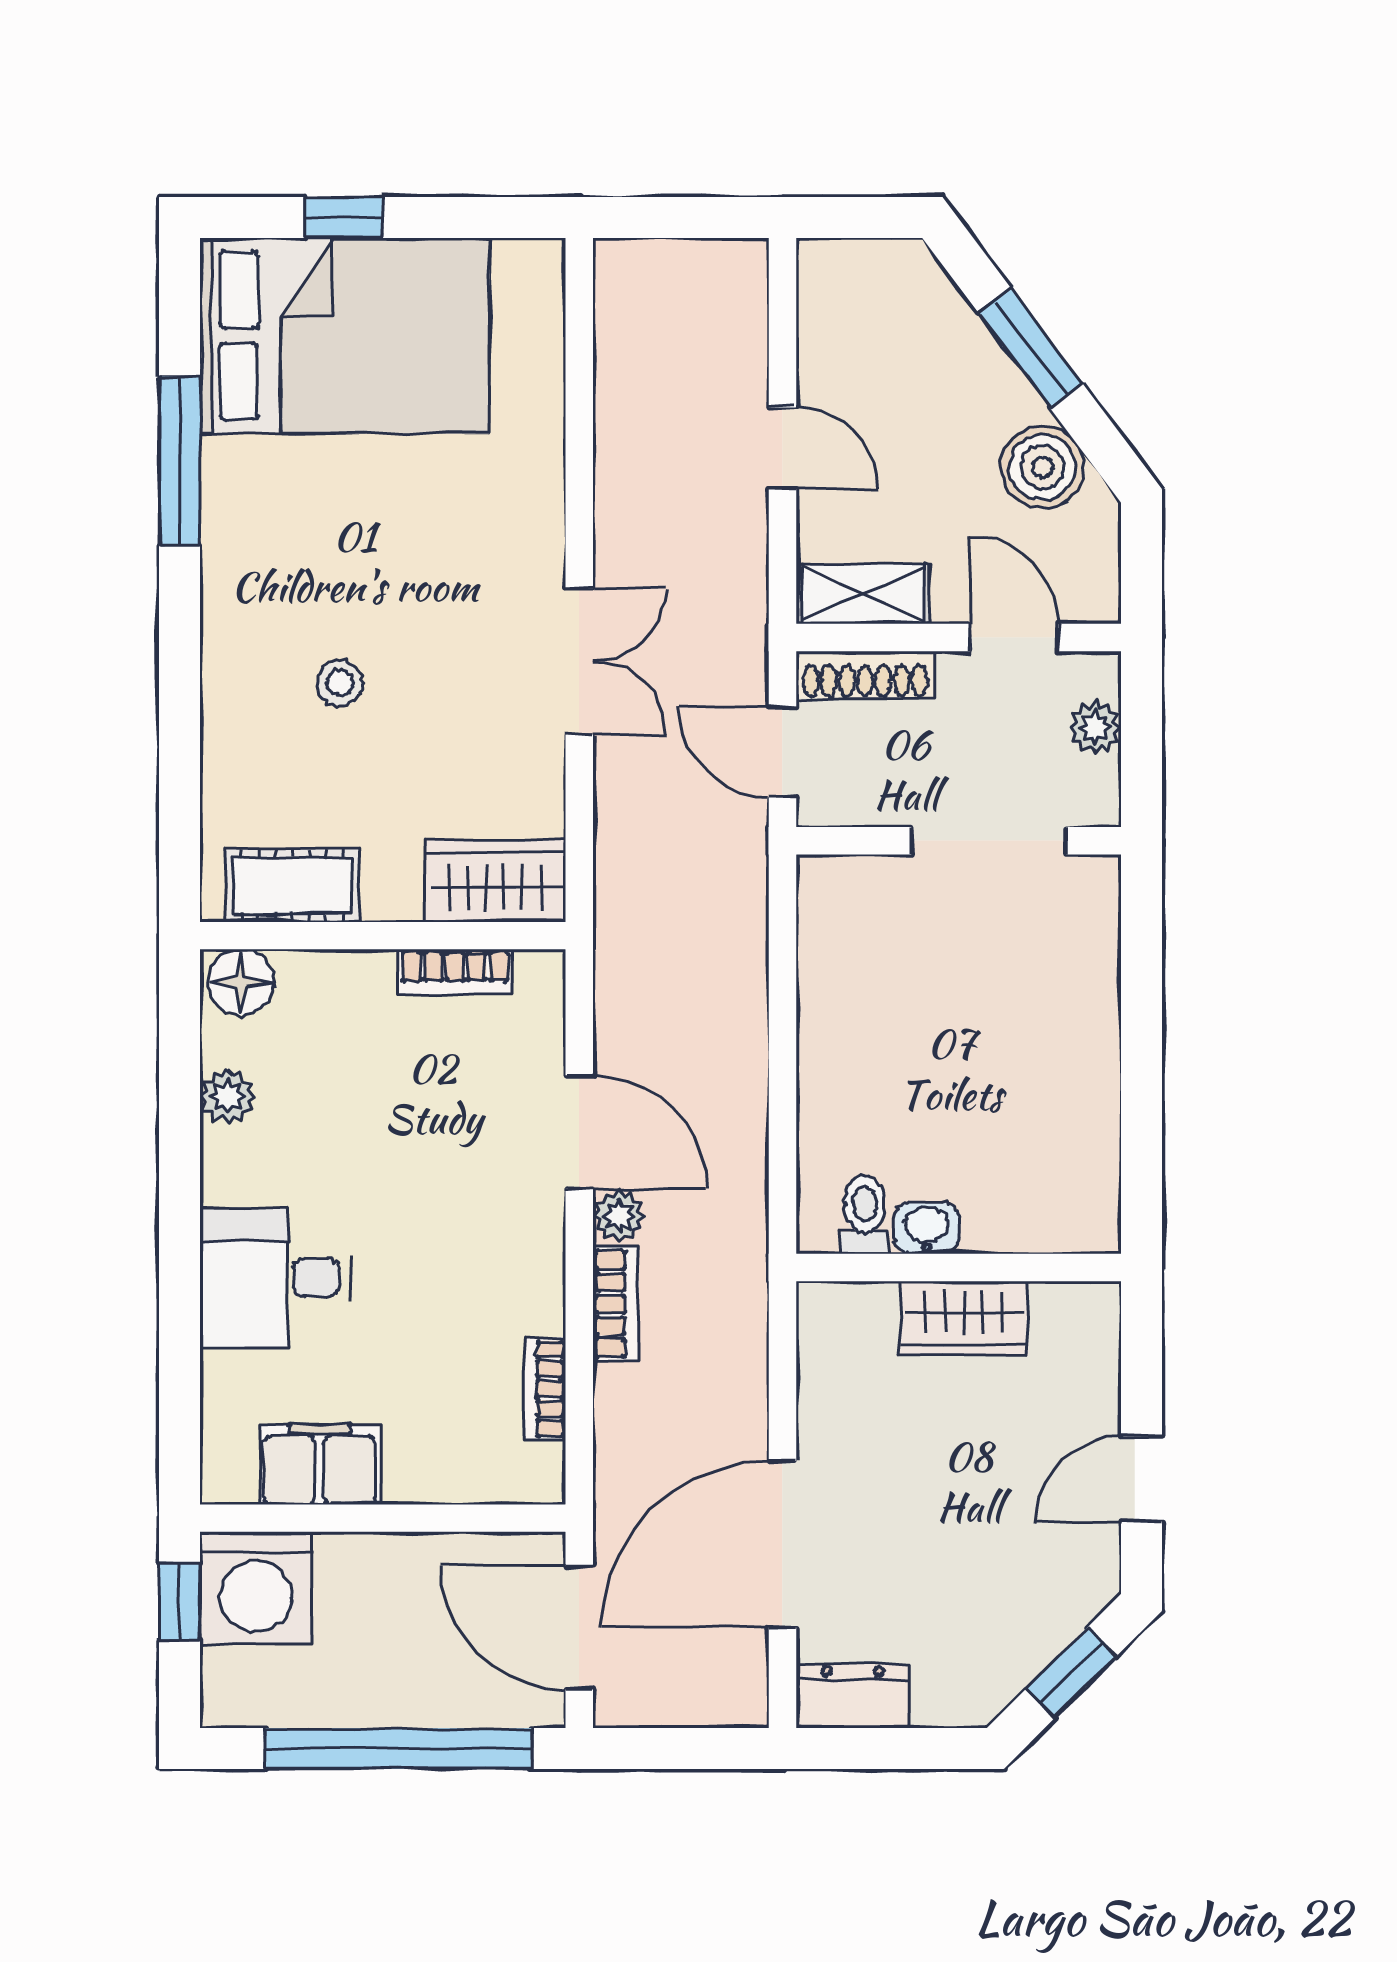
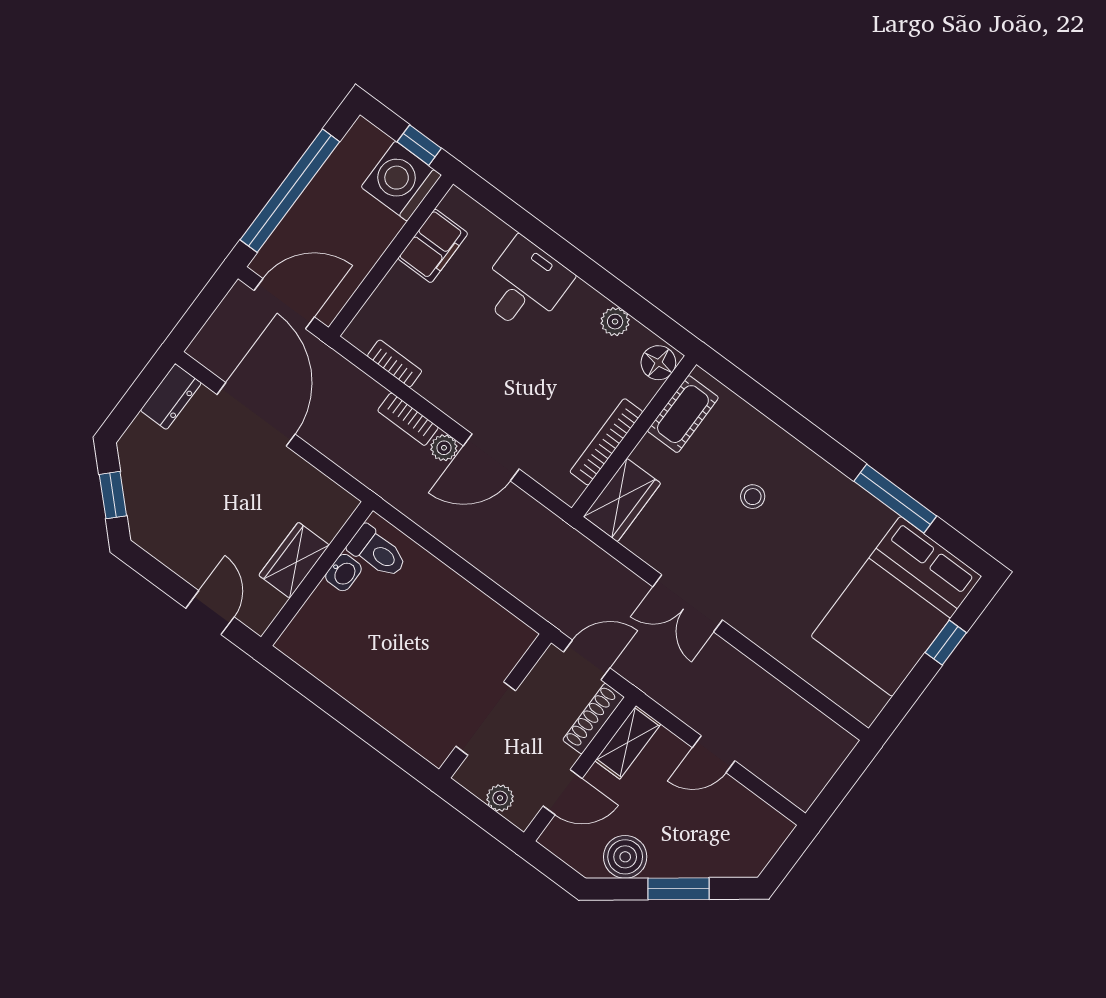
bookcase: (455, 972) -> (606, 442), width x1.56
toilet: (865, 1214) -> (377, 552), width x1.37, depth x1.39
door: (1142, 1479) -> (210, 613), moved

